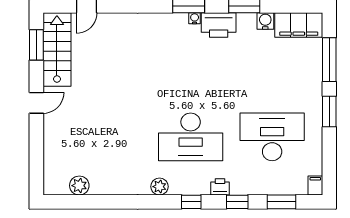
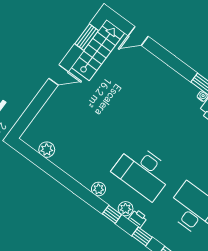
plant: (201, 186) -> (126, 209), added

